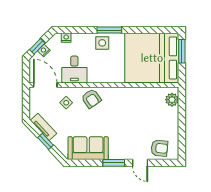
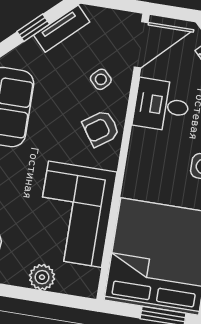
plant: (172, 100) -> (42, 277), moved
corner sofa: (137, 105) -> (75, 214), added

